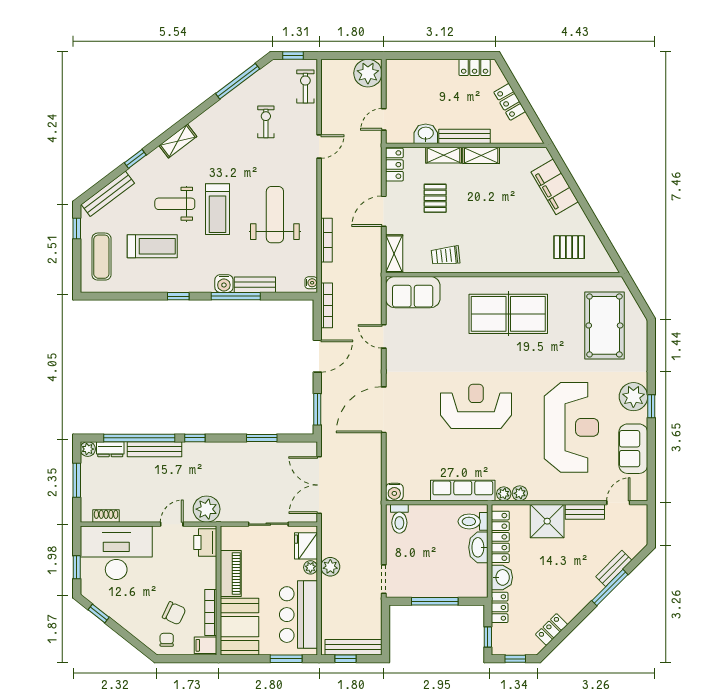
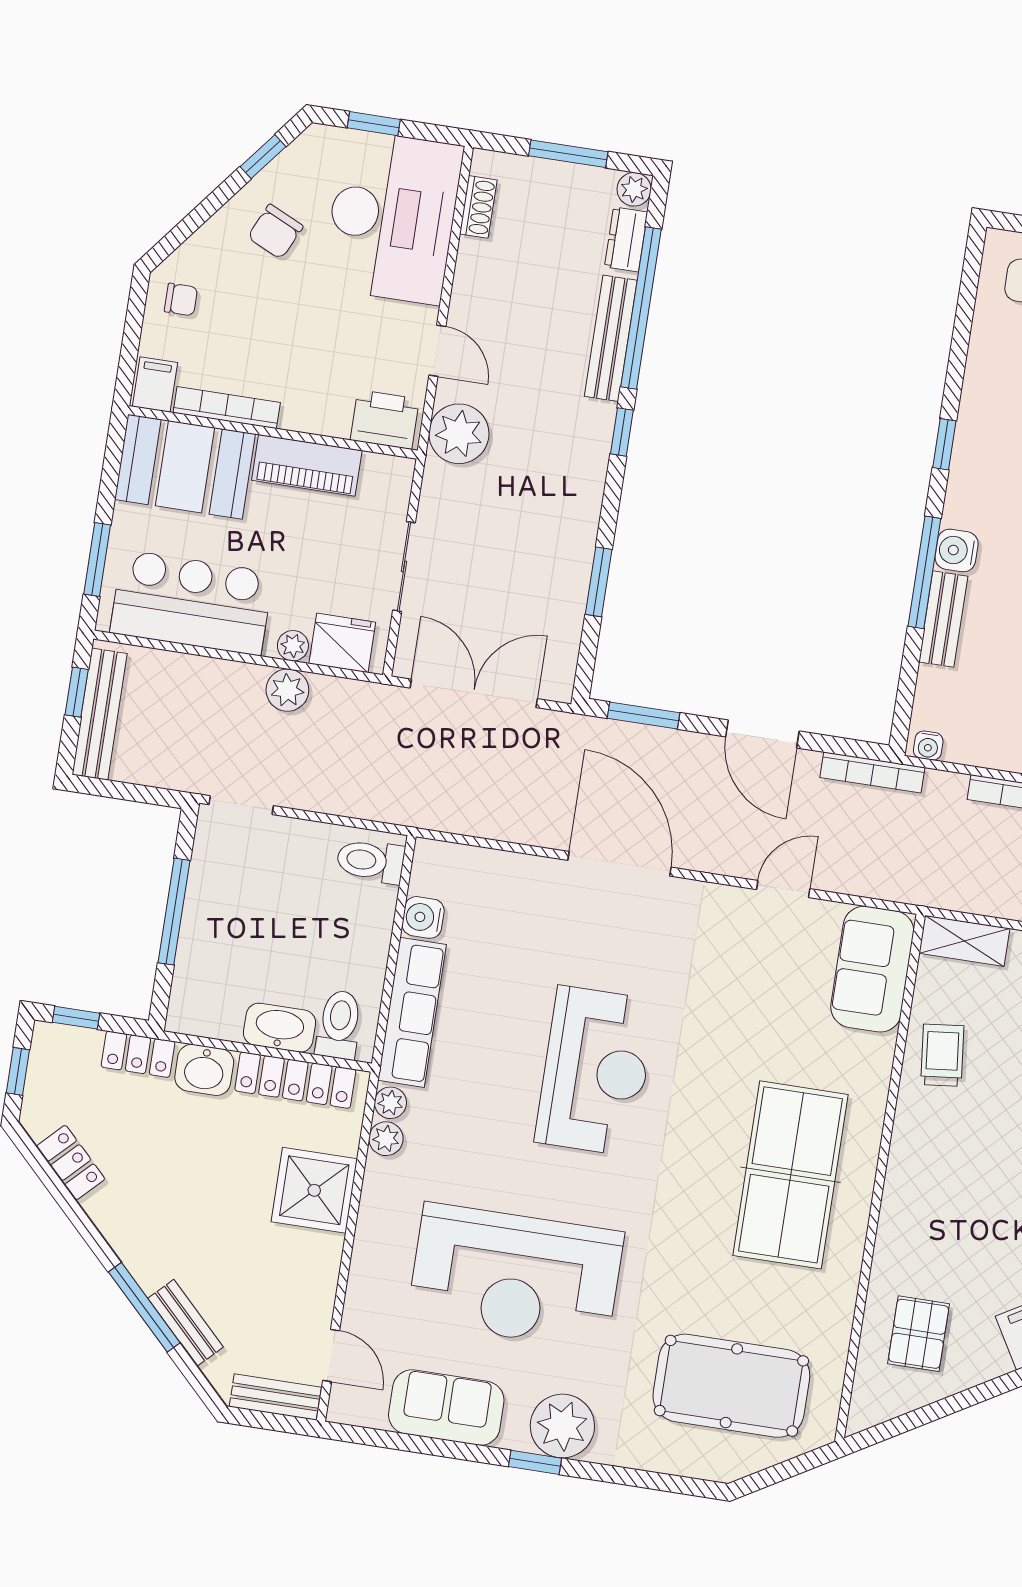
water cooler: (394, 492) -> (423, 917), moved
bench: (585, 512) -> (275, 1397), moved, turned 90
chair: (174, 613) -> (275, 232), moved

